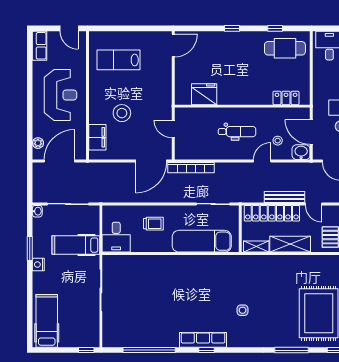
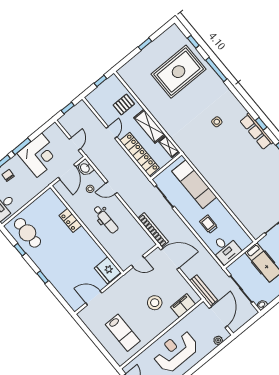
door: (173, 46) -> (94, 298), moved
fridge: (204, 94) -> (108, 270), moved
locker: (286, 98) -> (70, 220), moved
door: (173, 129) -> (138, 262), hinge flipped
dental chair: (237, 132) -> (106, 219), turned 180
door: (59, 161) -> (218, 317), swing flipped
bench: (285, 197) -> (204, 290), moved
desk: (116, 237) -> (226, 249), moved, turned 90

